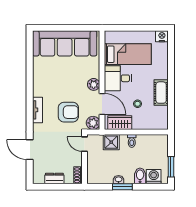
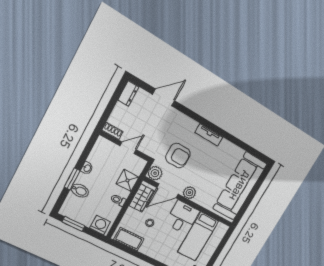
cot: (161, 93) -> (129, 239), moved
tv unit: (38, 110) -> (209, 135), moved
armchair: (68, 112) -> (178, 156), turned -90
door: (84, 144) -> (128, 148), moved
washing machine: (154, 177) -> (100, 225), moved, turned -90
dresser: (54, 178) -> (128, 94), moved
window: (122, 187) -> (72, 179), moved

